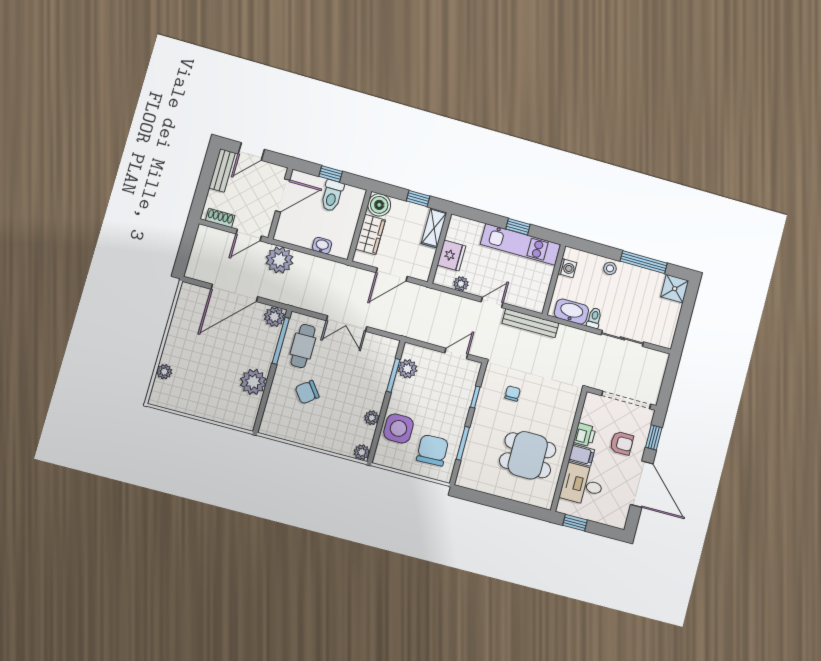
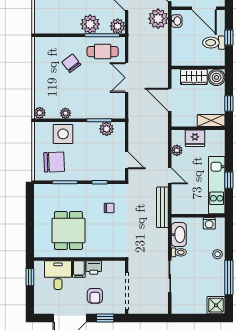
washbasin: (322, 246) -> (177, 21), moved
plant: (253, 382) -> (90, 24), moved

